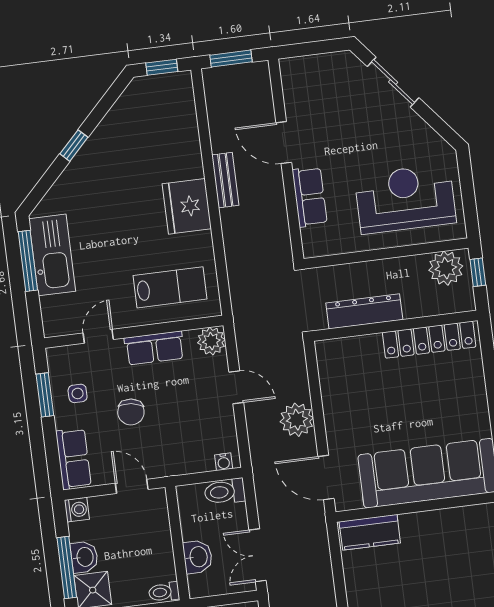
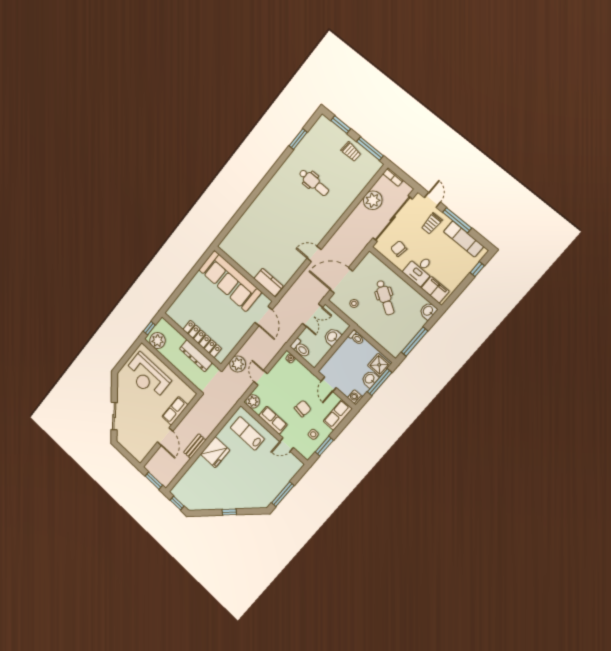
kitchen sink: (52, 255) -> (273, 487), removed
locker: (429, 340) -> (202, 339), moved
plant: (297, 420) -> (238, 364), moved

